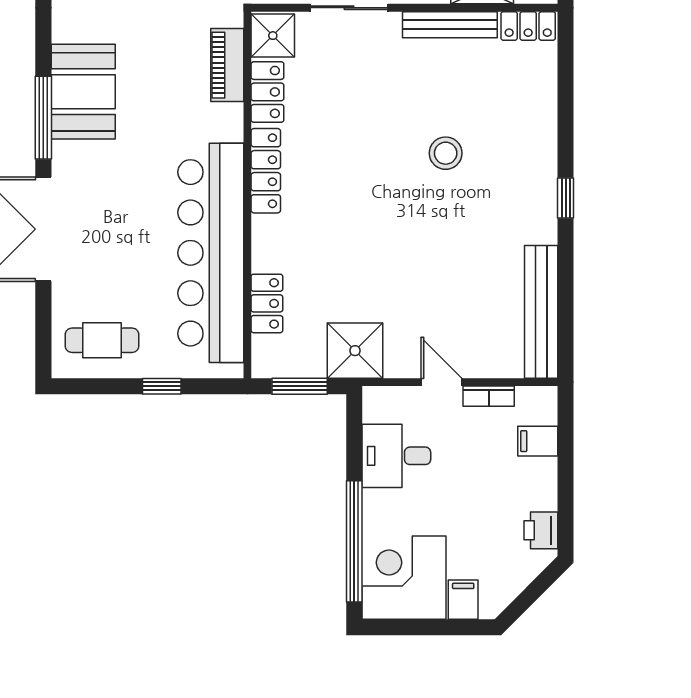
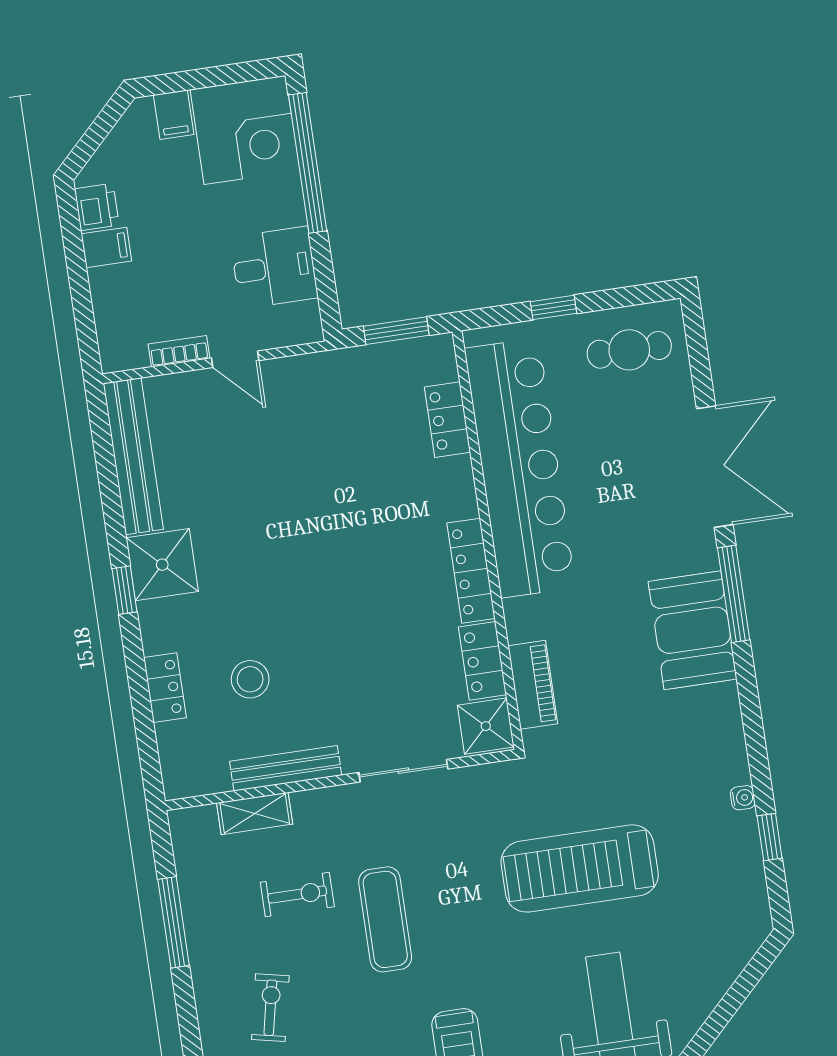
locker: (528, 26) -> (165, 688), moved, turned 90
stool: (446, 153) -> (250, 679), moved
shower: (355, 351) -> (162, 565), moved
filing cabinet: (538, 441) -> (106, 247), moved

